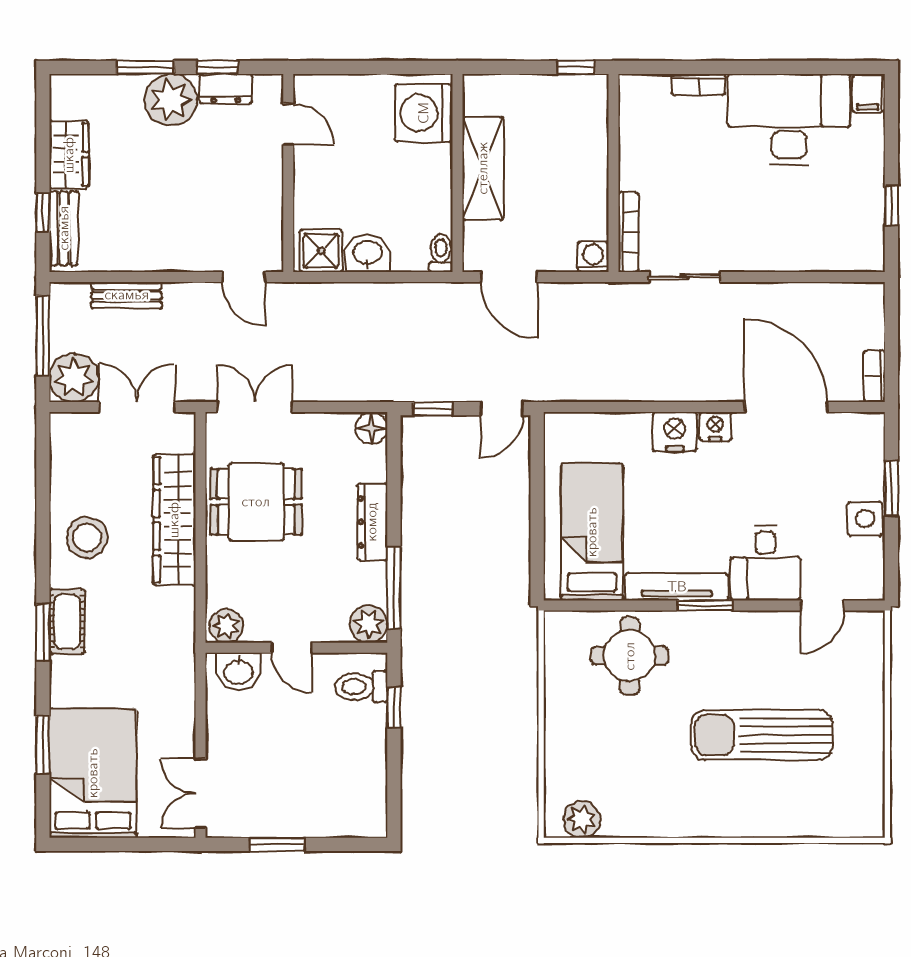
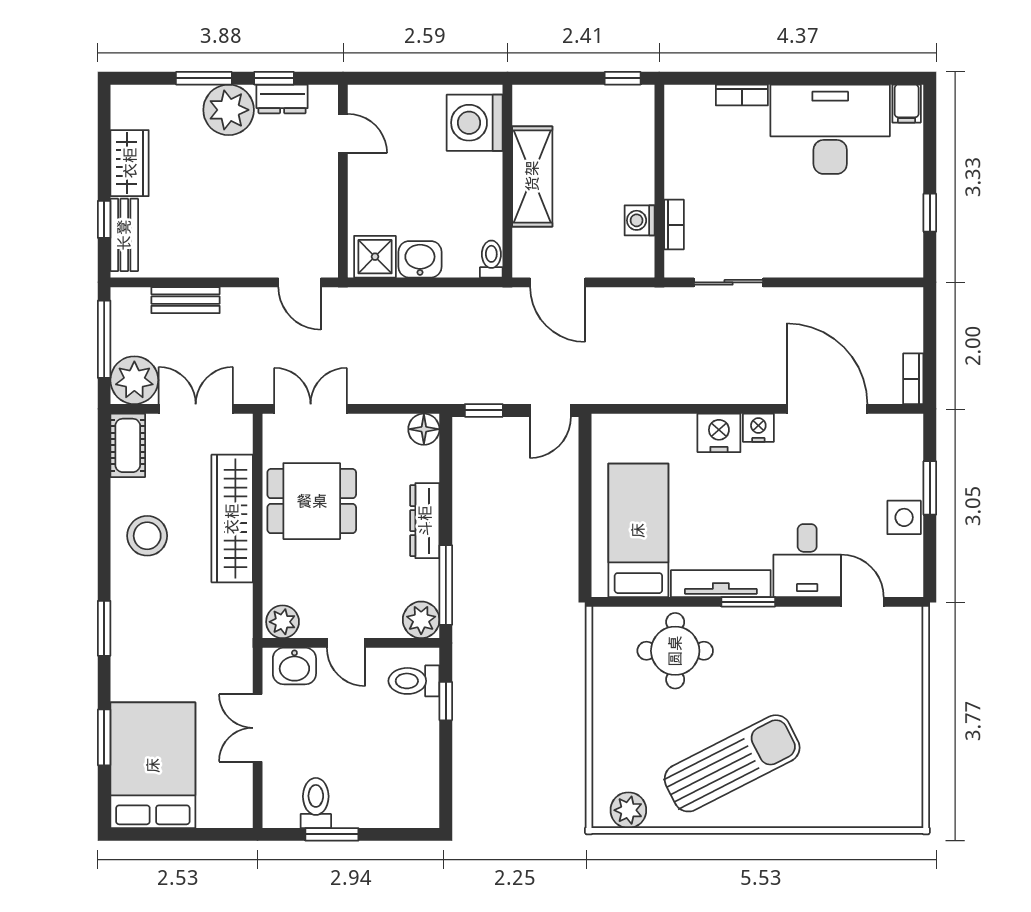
bookcase: (629, 232) -> (674, 225), width x0.64
washing machine: (593, 257) -> (640, 220), moved, turned -90
door: (822, 605) -> (862, 602), swing flipped
cot: (67, 622) -> (128, 445), moved
sun lounger: (762, 735) -> (732, 763), moved, turned 153
double door: (201, 793) -> (258, 728), moved
toilet: (260, 812) -> (316, 803), added

